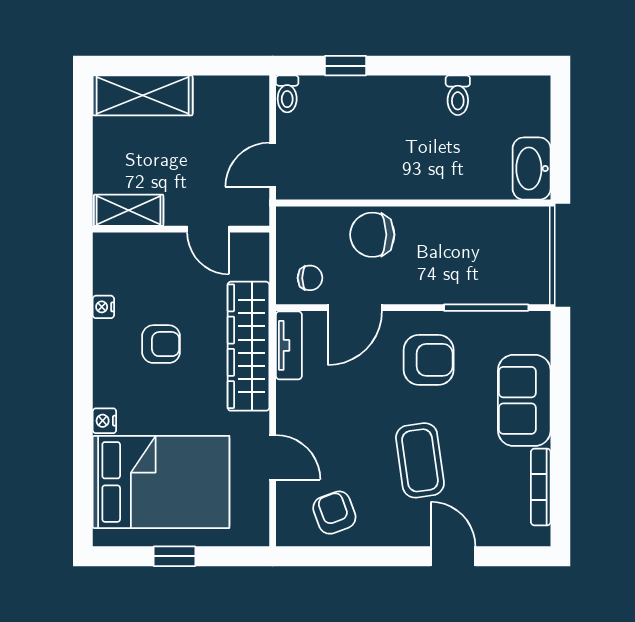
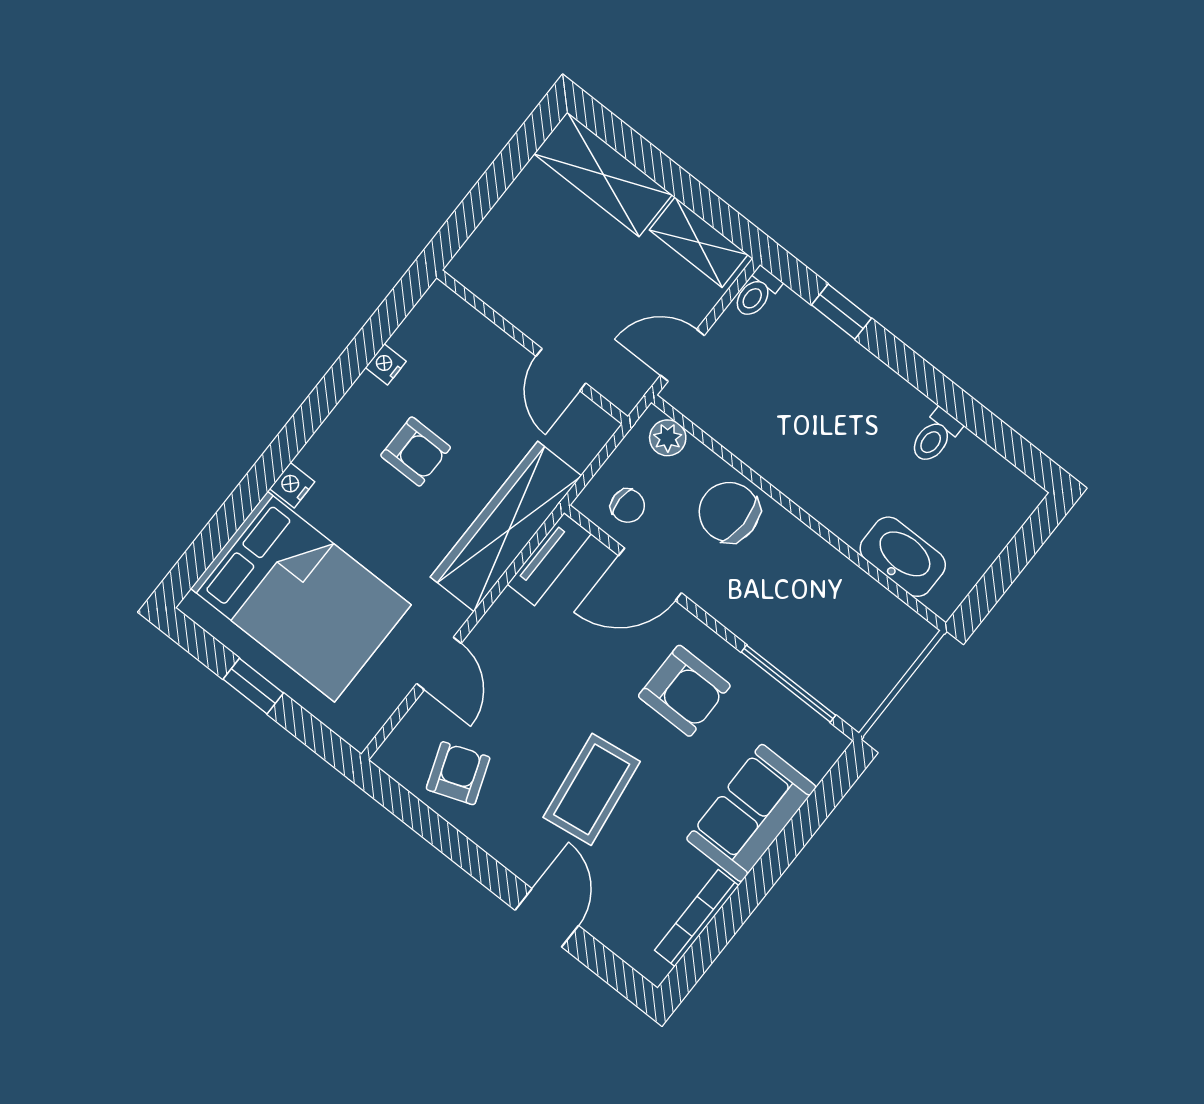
washbasin: (532, 169) -> (903, 557), moved, turned 90
shelving: (129, 210) -> (699, 242), moved
plant: (302, 220) -> (668, 438), added

